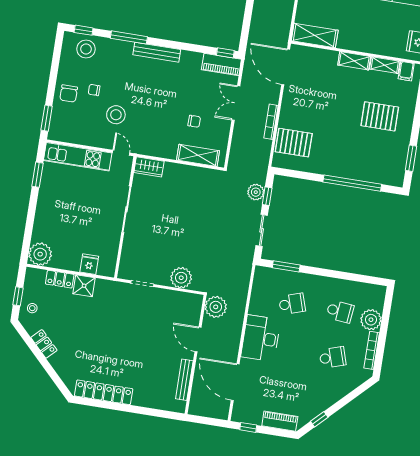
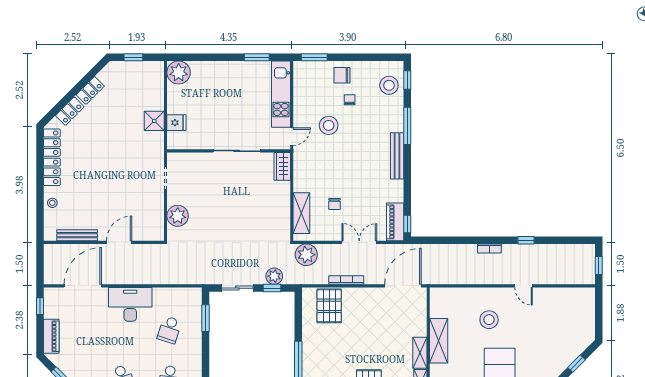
shelving: (315, 35) -> (439, 341), moved
locker: (60, 279) -> (70, 111), moved, turned -135
school desk: (292, 304) -> (169, 330), turned 36
plant: (216, 307) -> (306, 255), moved
stool: (32, 308) -> (52, 203), moved

